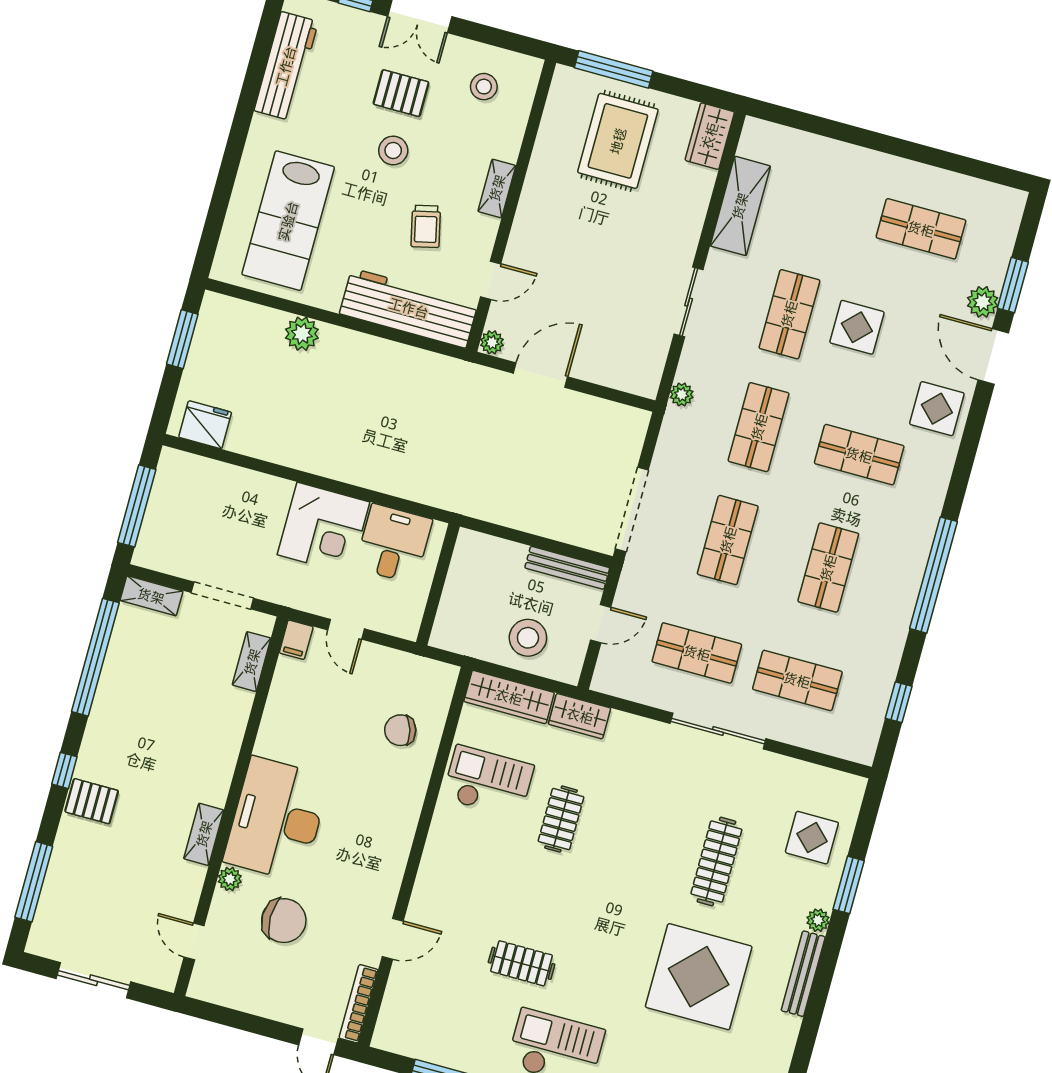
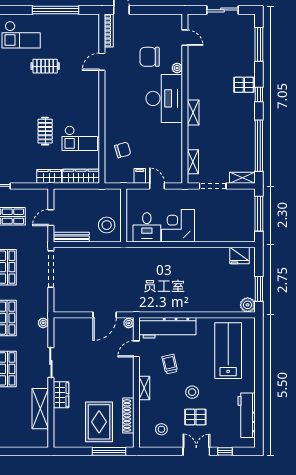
wardrobe: (710, 136) -> (61, 395), moved
shoe rack: (549, 137) -> (128, 415), added
plant: (302, 334) -> (248, 305), moved
stool: (528, 638) -> (107, 225), moved
filing cabinet: (296, 640) -> (140, 176), moved
shelving: (204, 834) -> (193, 113), moved

